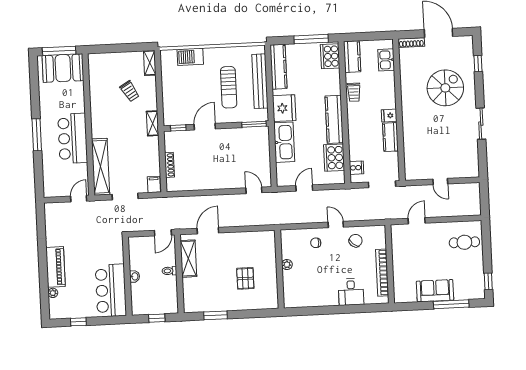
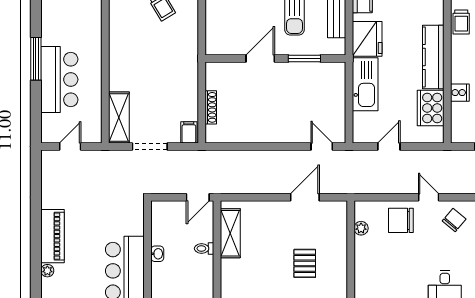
shelving: (153, 123) -> (191, 51), removed
window: (254, 124) -> (304, 59), moved
window: (178, 128) -> (225, 59), removed
bar counter: (73, 138) -> (59, 80), moved, turned 180
shelving: (101, 167) -> (119, 117), width x0.68
cooker: (356, 168) -> (460, 93), moved
door: (79, 199) -> (70, 147), moved
door: (208, 231) -> (305, 197), moved
chair: (316, 243) -> (401, 220), width x1.87, depth x1.87
plant: (287, 265) -> (361, 228), moved

